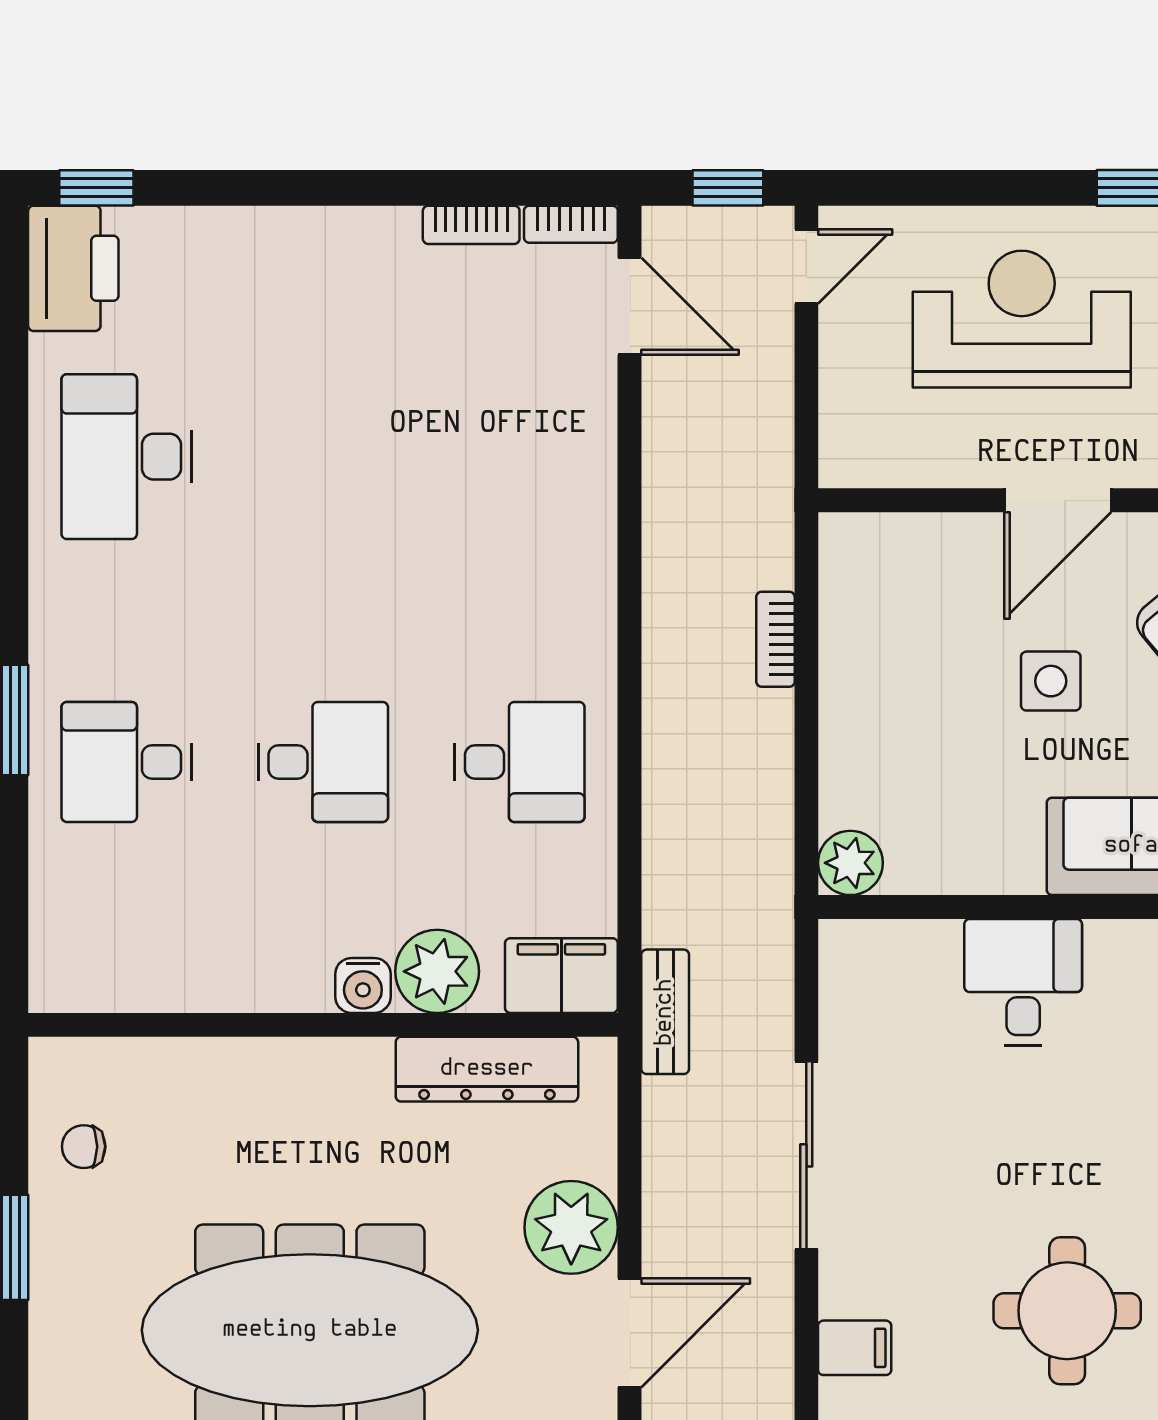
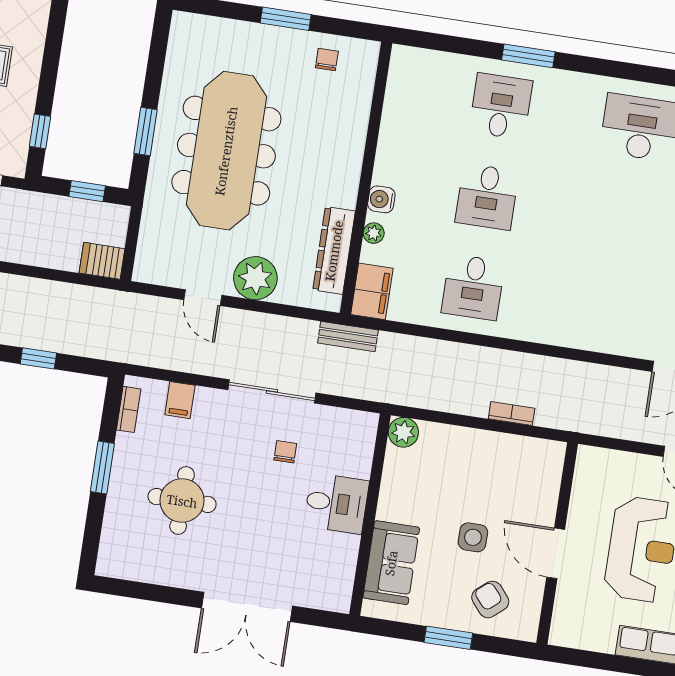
plant: (437, 971) -> (374, 233), width x0.53, depth x0.53
chair: (930, 1107) -> (285, 452), added
door: (630, 1333) -> (203, 298), width x0.73

